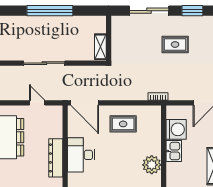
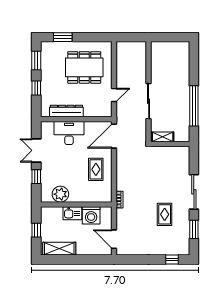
wall: (109, 38) -> (170, 144), moved
shelving: (100, 47) -> (163, 137), moved

